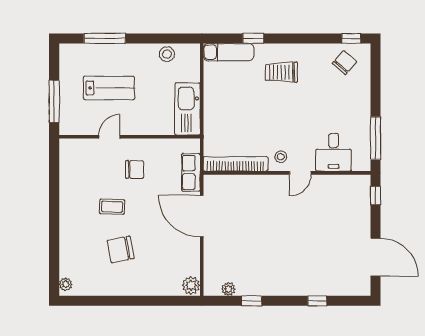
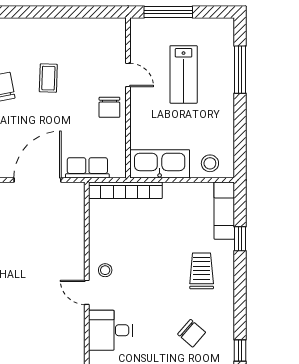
stool: (167, 54) -> (210, 163), moved
chair: (345, 63) -> (192, 333), moved
bookcase: (236, 164) -> (125, 190), moved, turned 90
chair: (135, 169) -> (109, 107), moved

